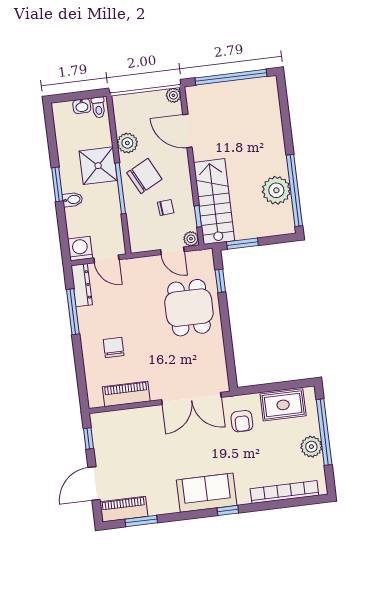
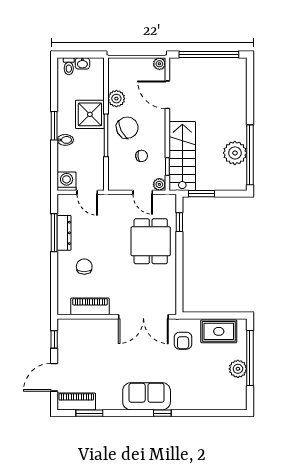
toilet: (98, 107) -> (69, 66), moved
dresser: (82, 285) -> (64, 233), moved
bookcase: (284, 492) -> (211, 404), removed

